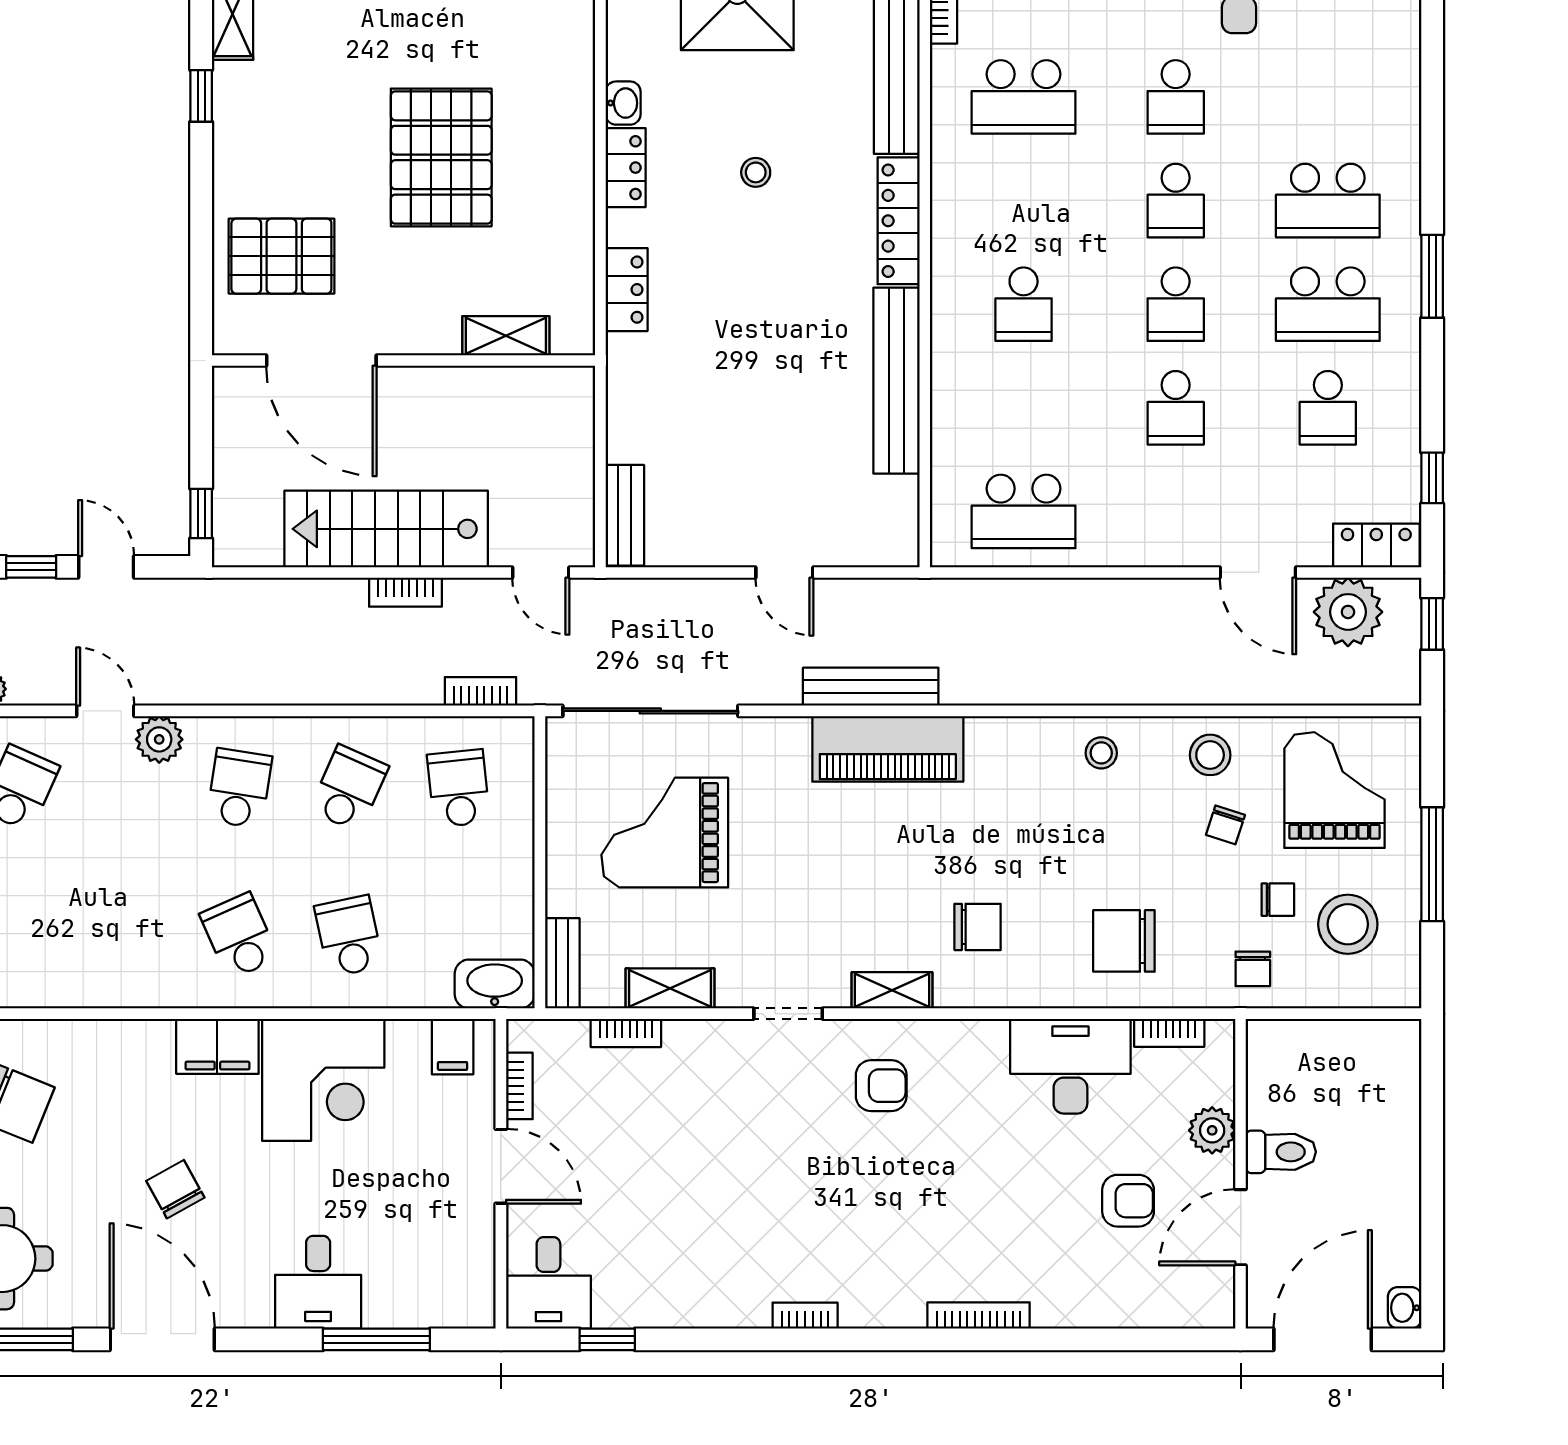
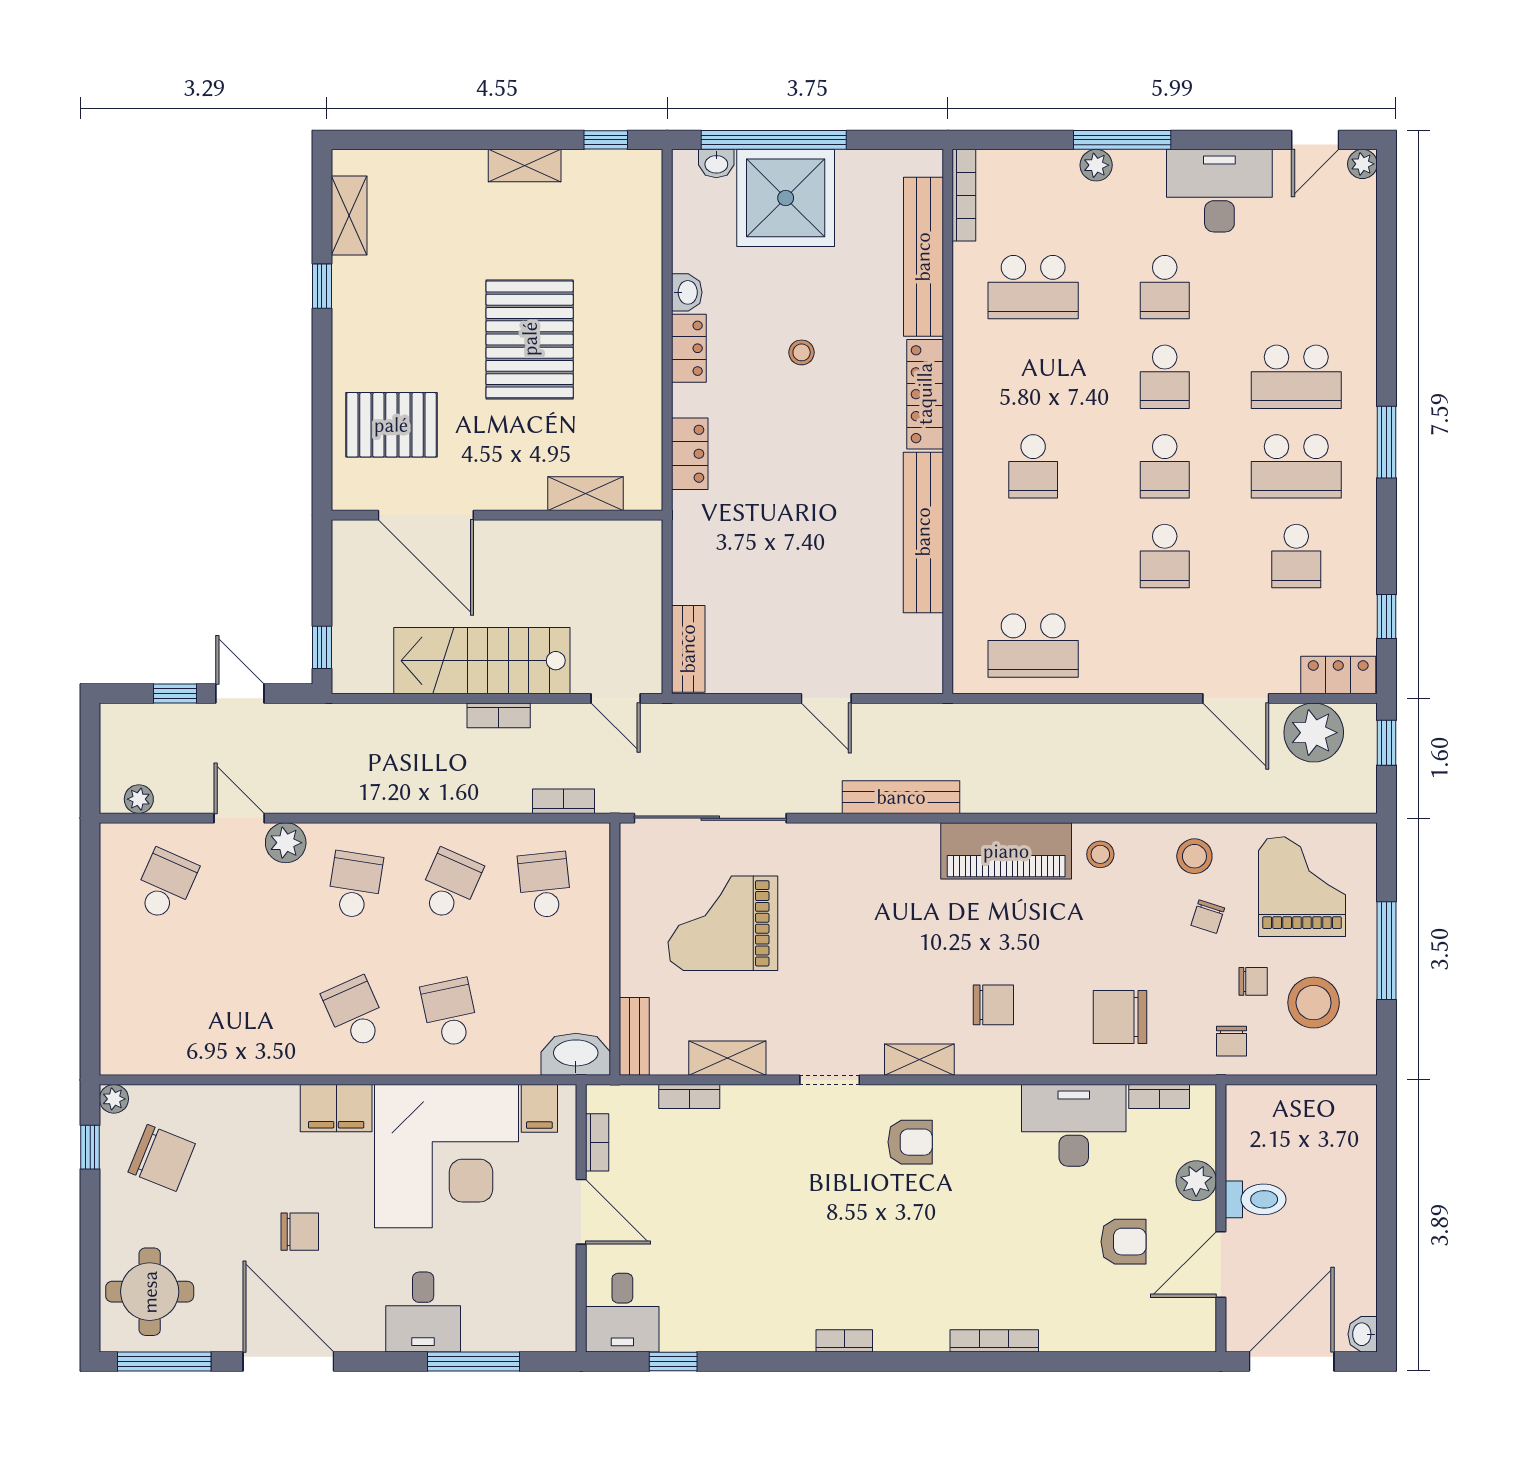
piano: (888, 749) -> (1006, 851), moved
corner desk: (323, 1080) -> (447, 1156), width x1.36, depth x1.36
chair: (175, 1189) -> (300, 1232), turned 119

